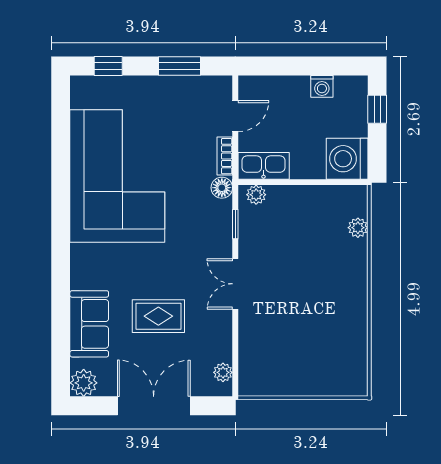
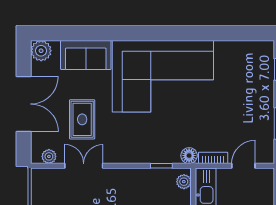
door: (235, 116) -> (243, 166), swing flipped
corner sofa: (117, 176) -> (163, 76), moved
double door: (235, 284) -> (84, 166), moved
rug: (158, 316) -> (82, 119), moved

